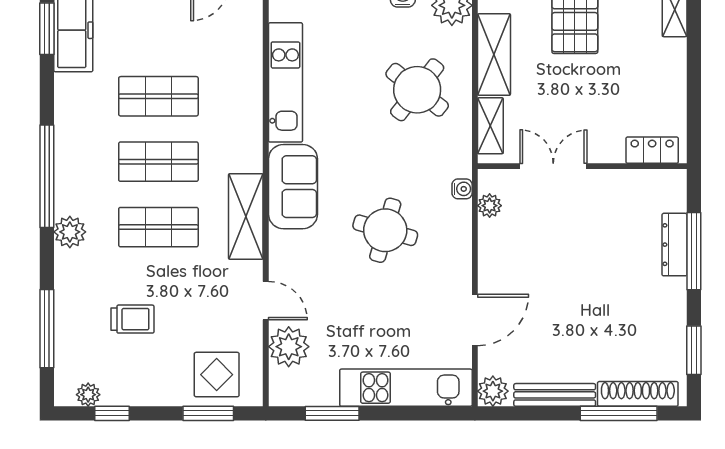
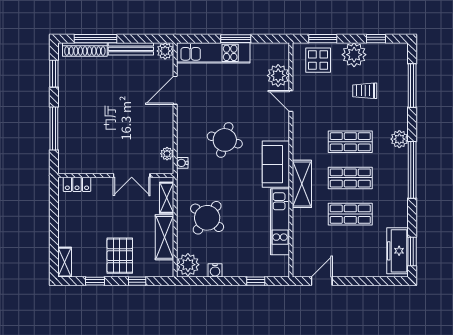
shelving: (246, 216) -> (302, 184), moved
dresser: (674, 245) -> (65, 132), removed
plant: (88, 395) -> (354, 55), moved, width x1.88, depth x1.88
window: (332, 413) -> (236, 39), moved

